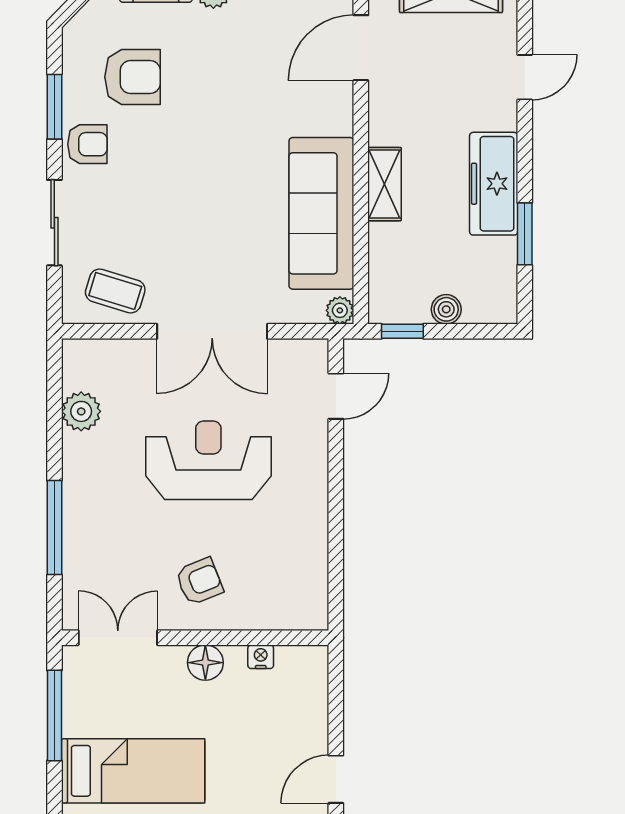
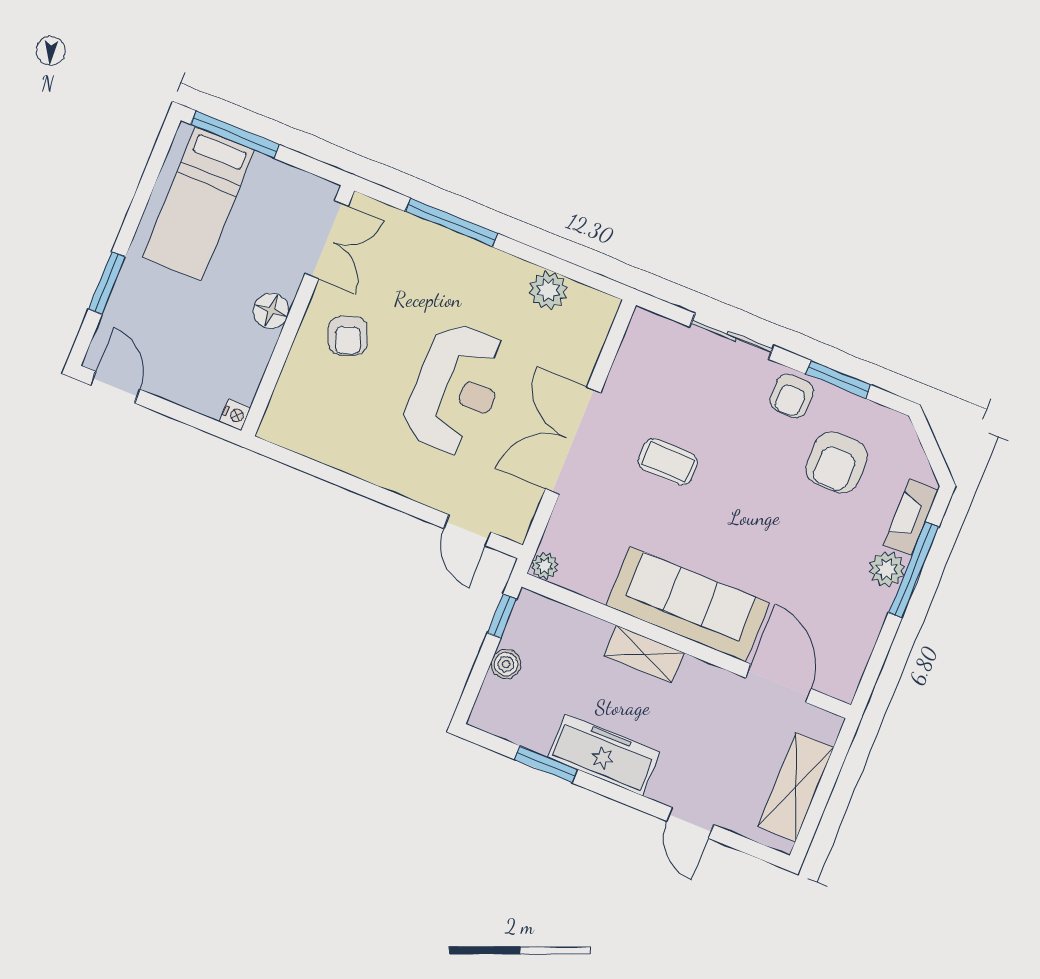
sofa: (321, 213) -> (688, 604), moved
coffee table: (115, 291) -> (668, 462), moved, turned 73
nightstand: (261, 657) -> (235, 415), moved
window: (54, 715) -> (235, 134), moved

